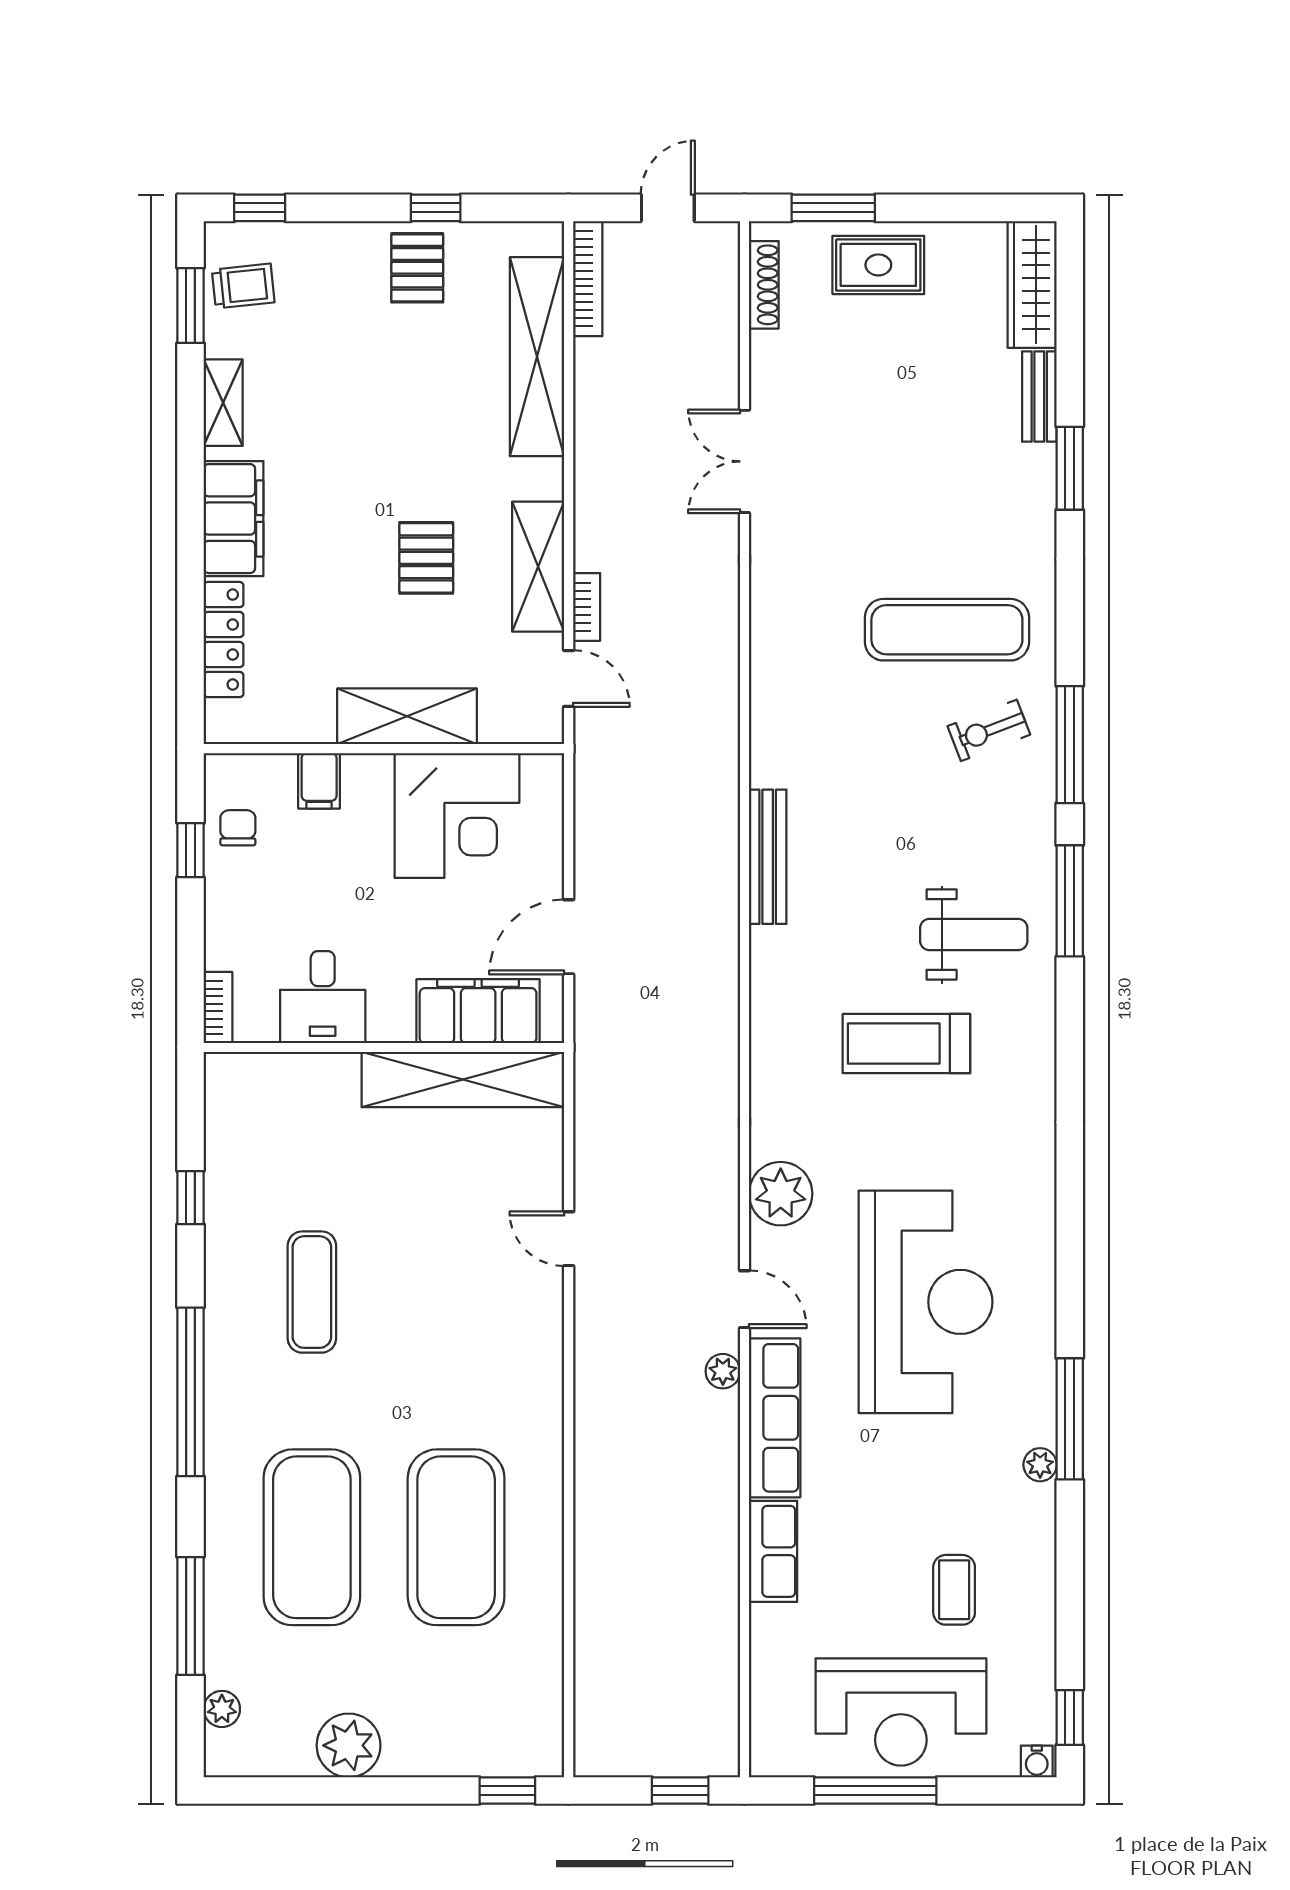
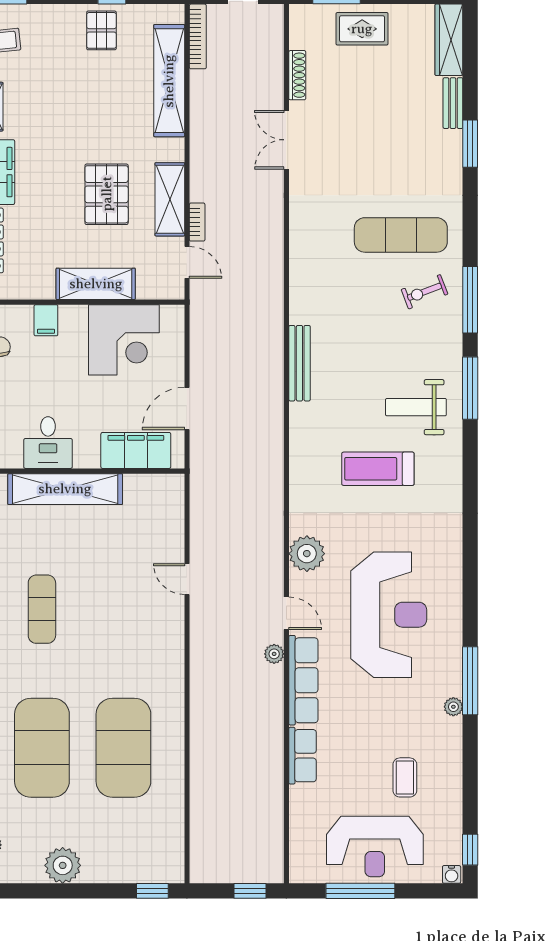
shoe rack: (764, 285) -> (297, 75), moved
pallet: (426, 558) -> (107, 194), width x1.50, depth x1.42
weight bench: (974, 935) -> (416, 407), turned 180
shelving: (463, 1080) -> (65, 489), moved

